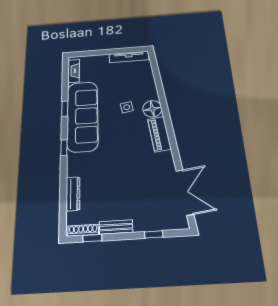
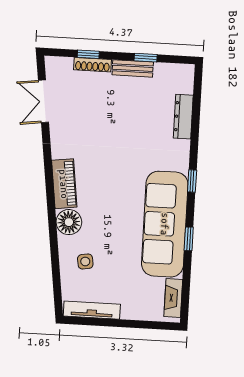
side table: (127, 107) -> (85, 261), moved
double door: (185, 192) -> (43, 101), width x0.73
shoe rack: (83, 230) -> (92, 65), moved
window: (92, 238) -> (146, 58), moved

